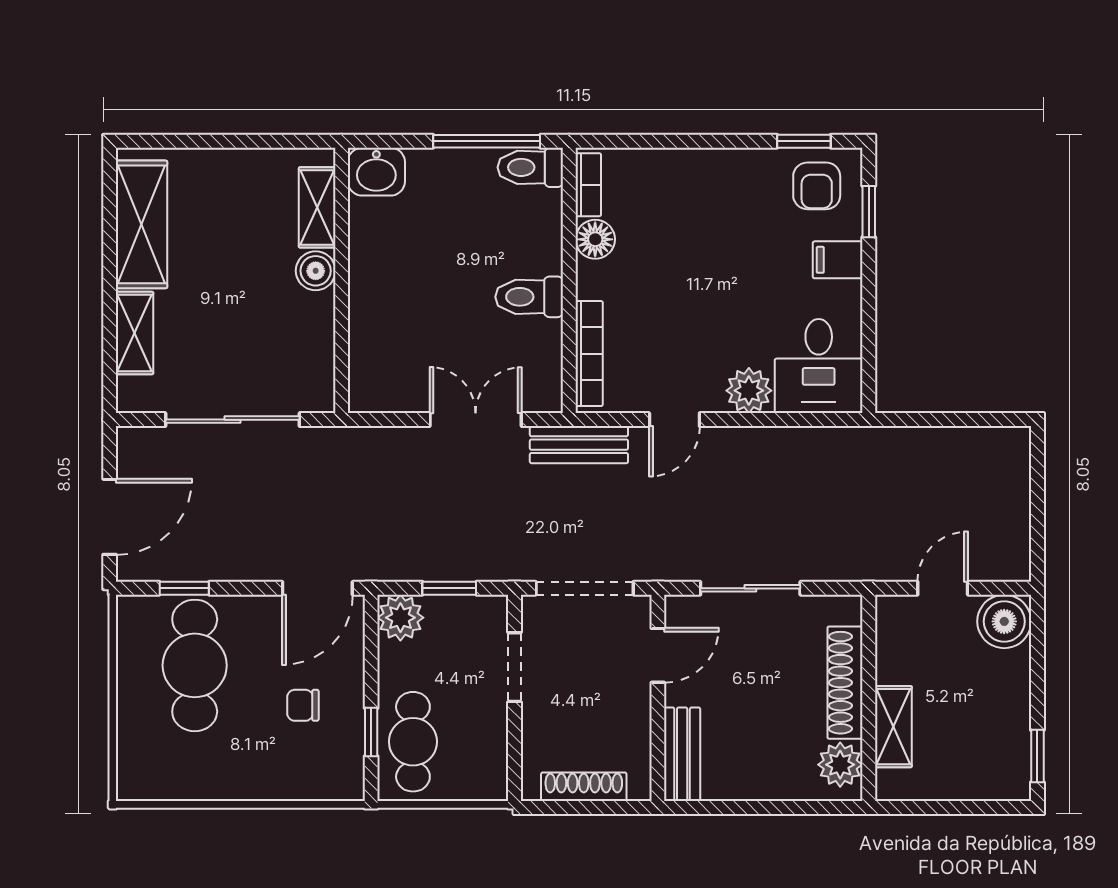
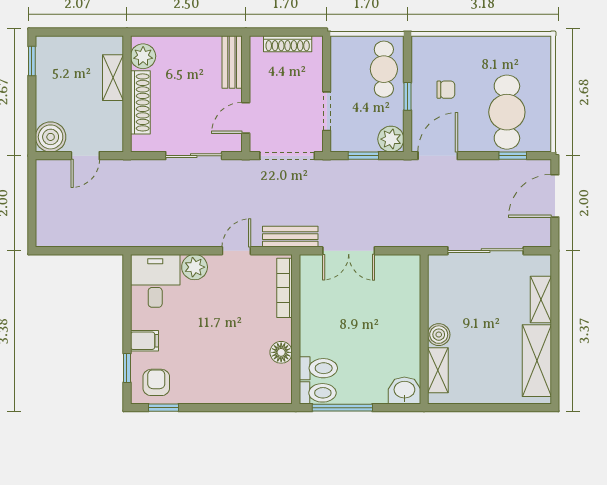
bookcase: (588, 185) -> (285, 383), removed
toilet: (529, 297) -> (318, 368), moved
window: (371, 732) -> (407, 96), moved

